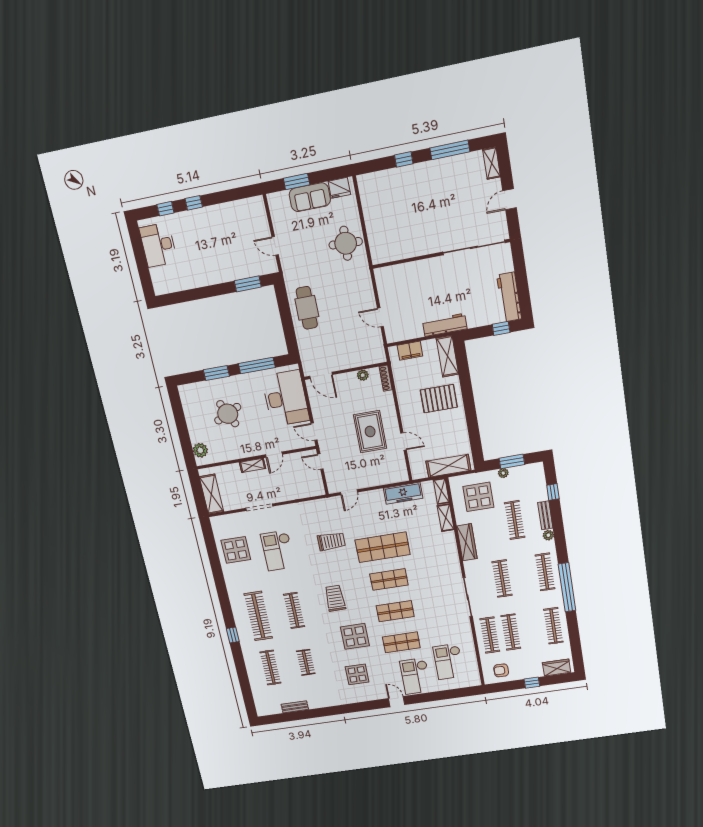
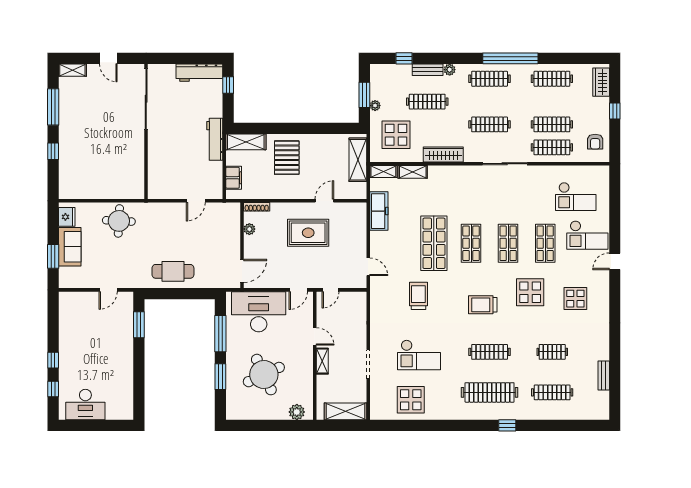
round table: (228, 414) -> (264, 375), width x1.36, depth x1.36

